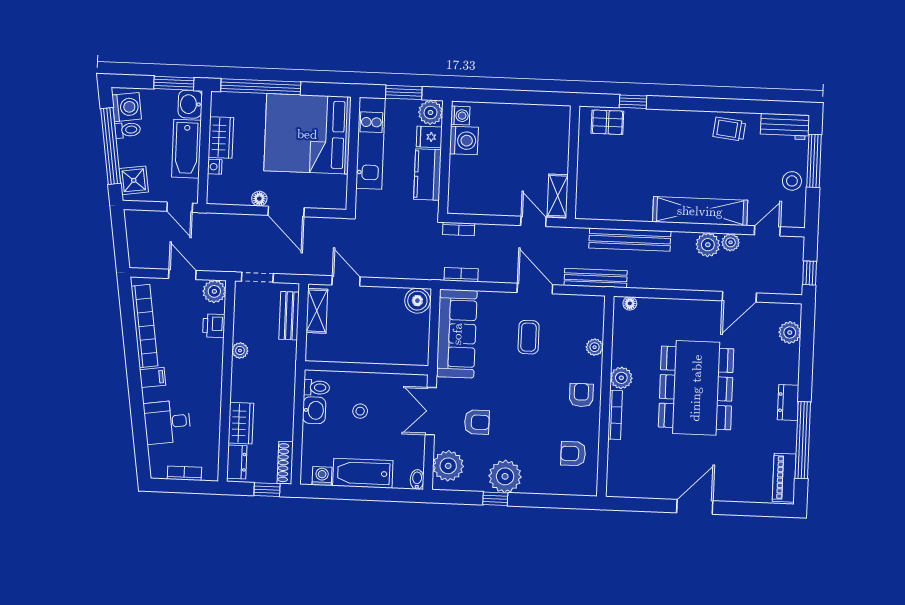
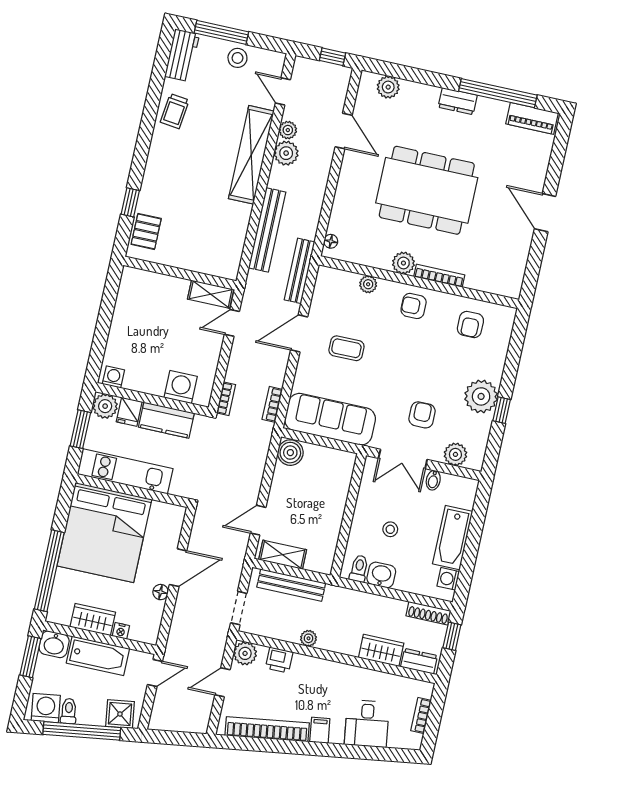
washing machine: (464, 141) -> (181, 387), moved
bench: (289, 316) -> (291, 585), width x1.36
plant: (448, 466) -> (455, 454), width x0.73, depth x0.73
bidet: (417, 479) -> (433, 480), moved, turned -90

